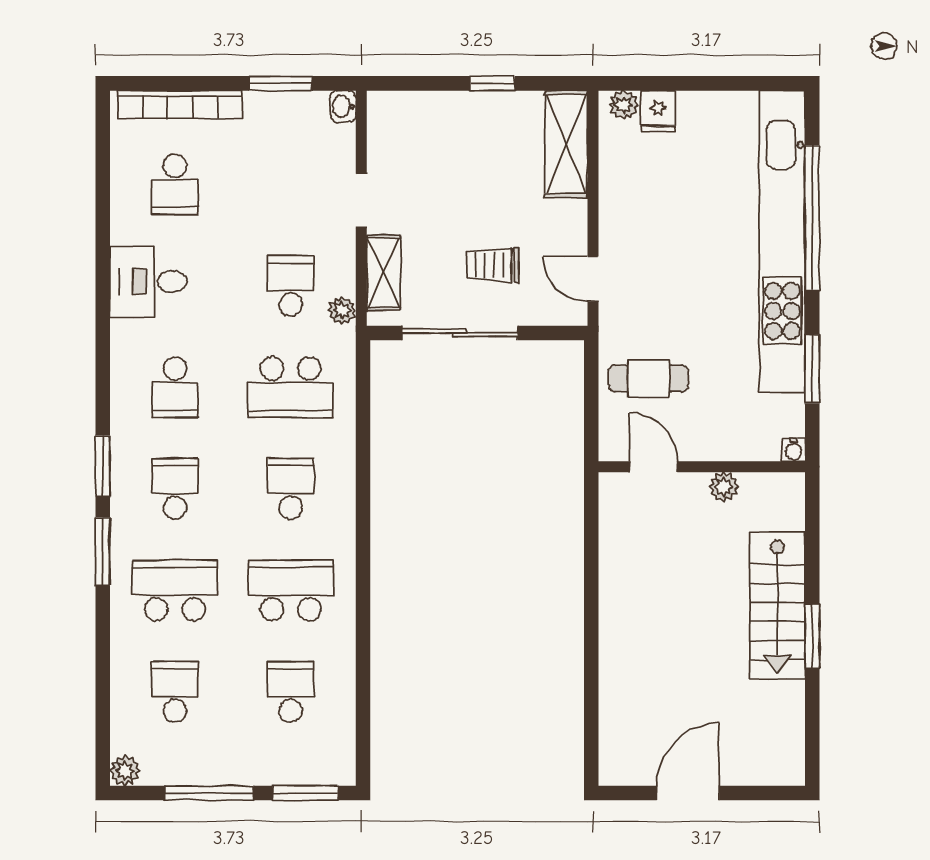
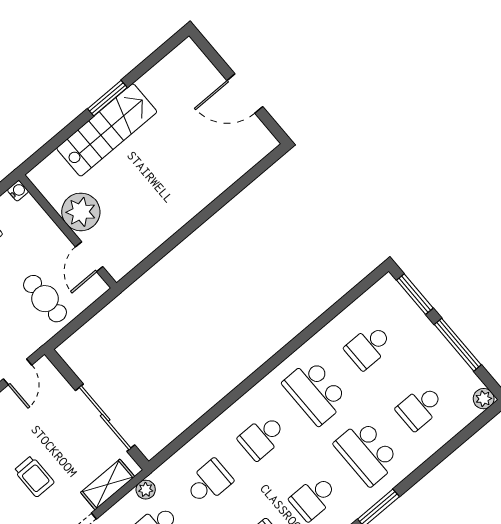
trolley: (493, 265) -> (34, 476), moved
school desk: (291, 387) -> (209, 482), width x0.54
plant: (724, 487) -> (81, 212), width x1.88, depth x1.88

